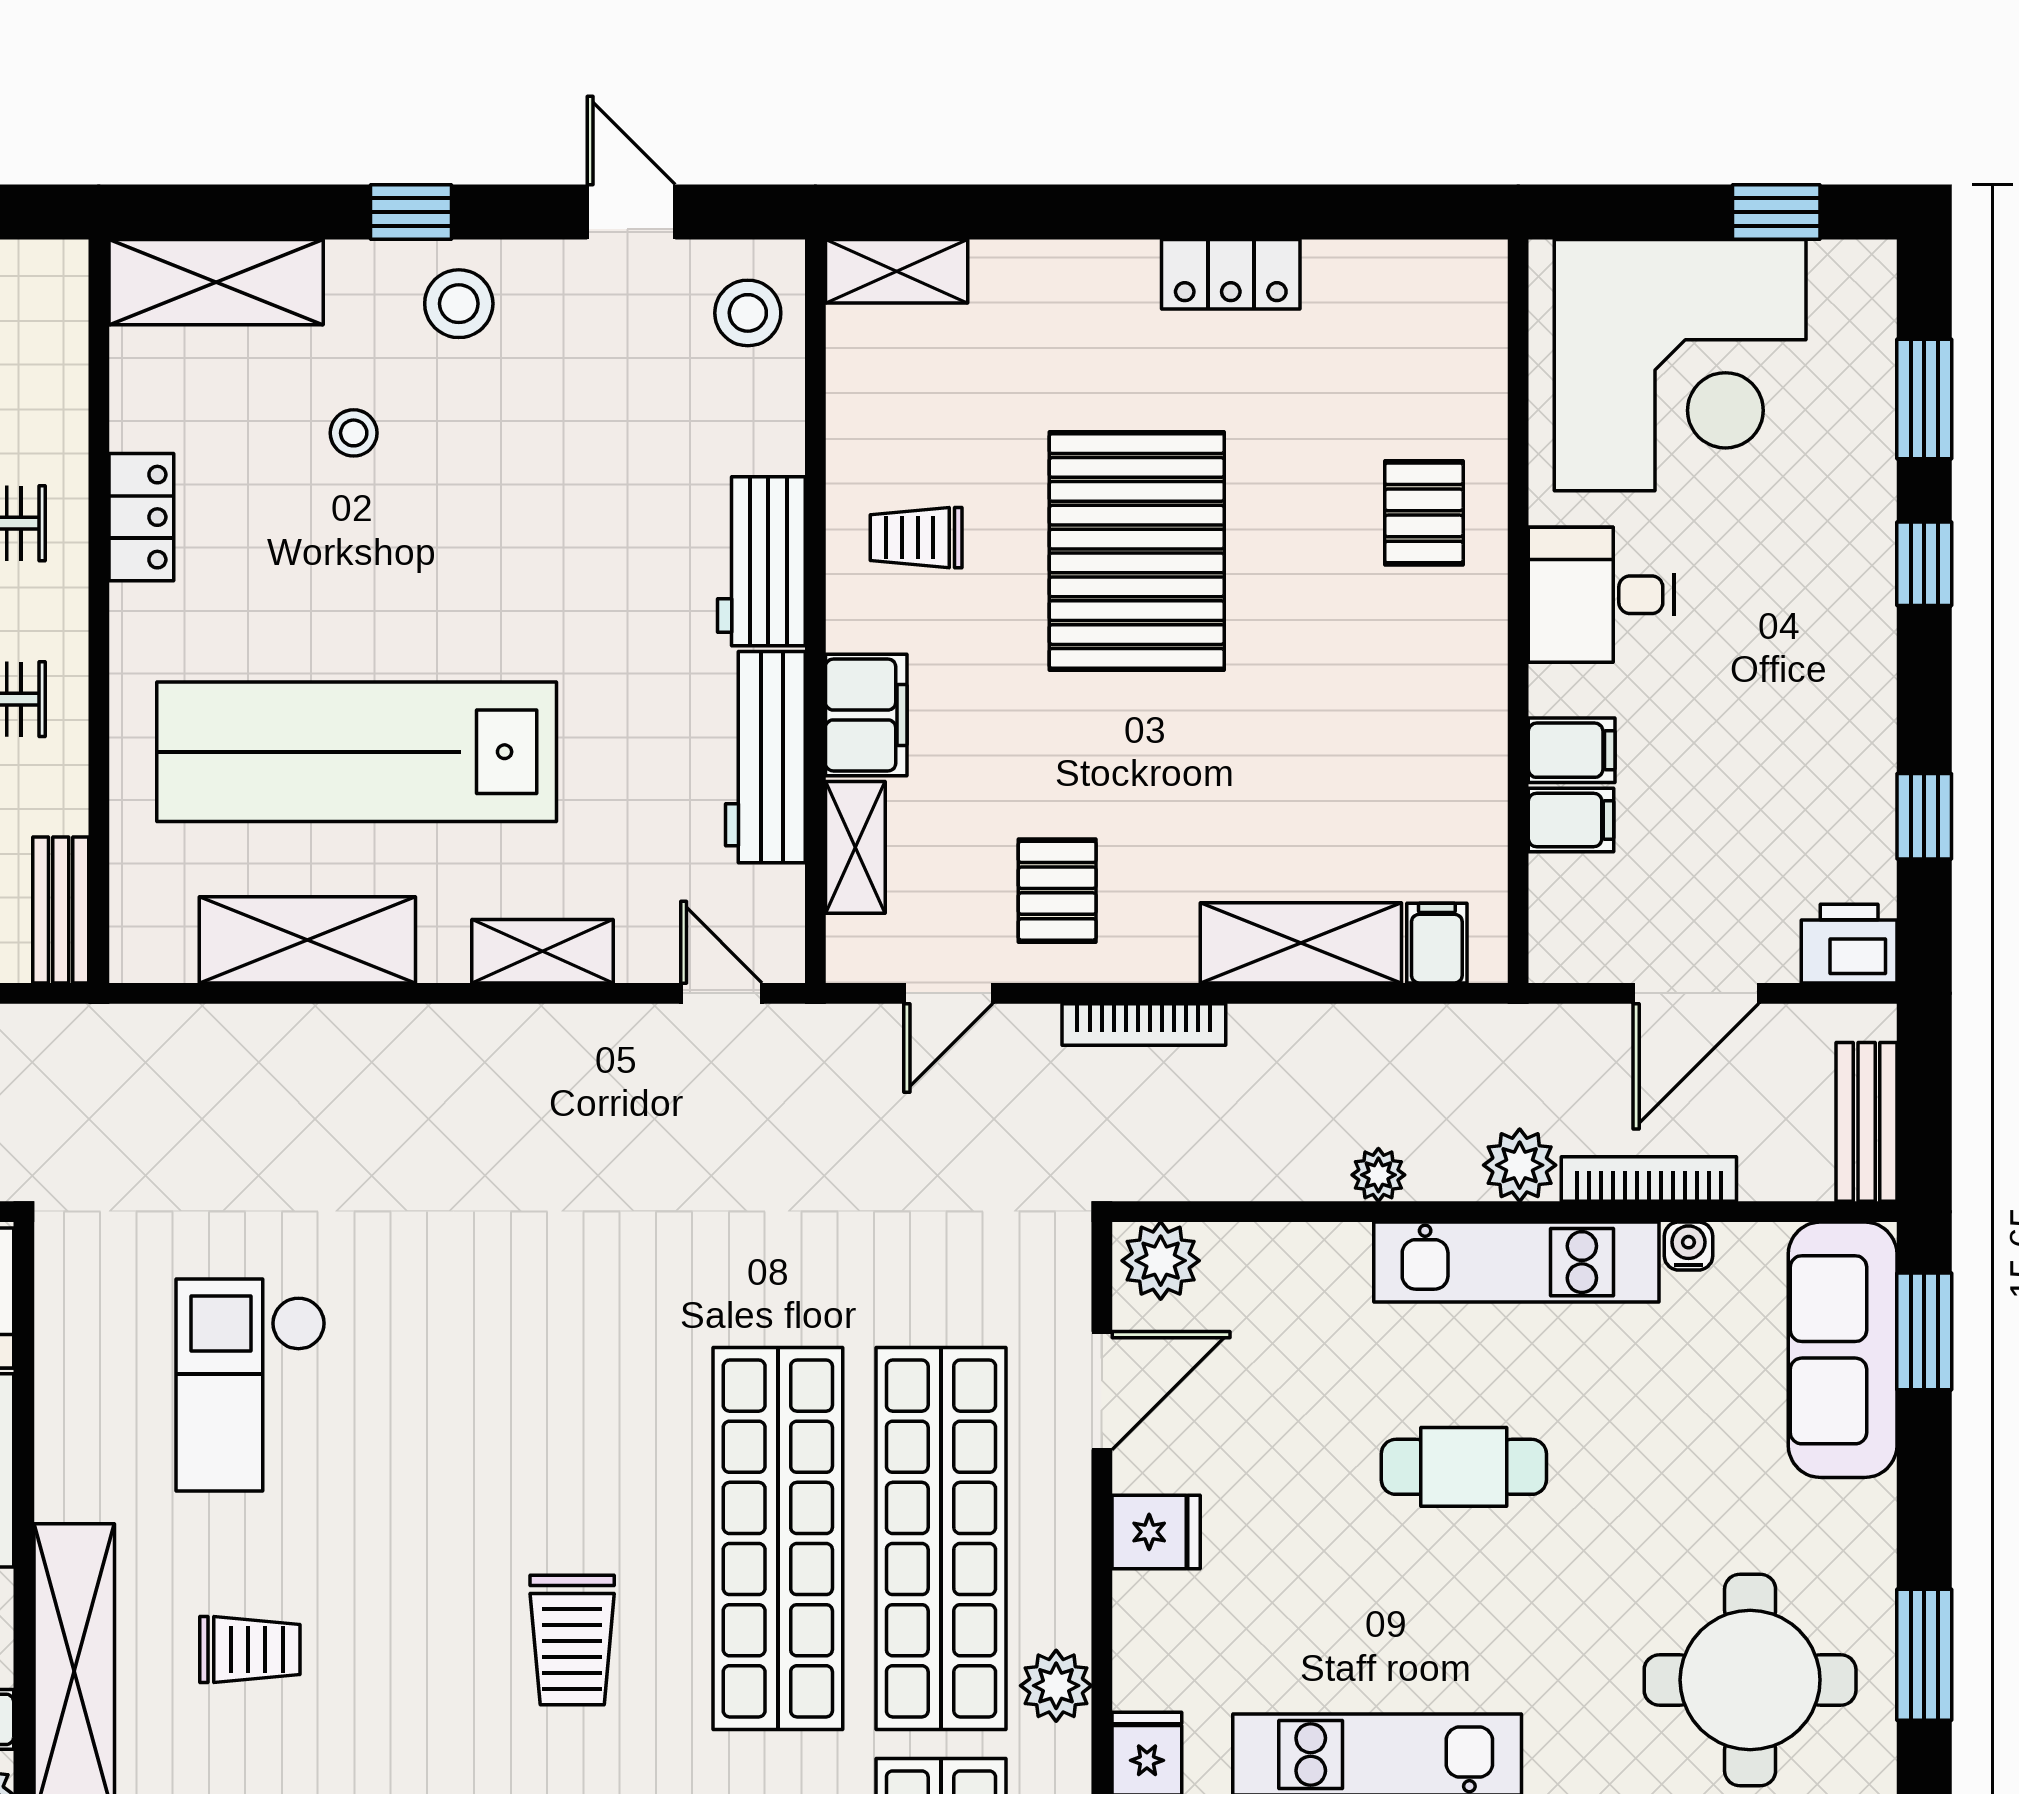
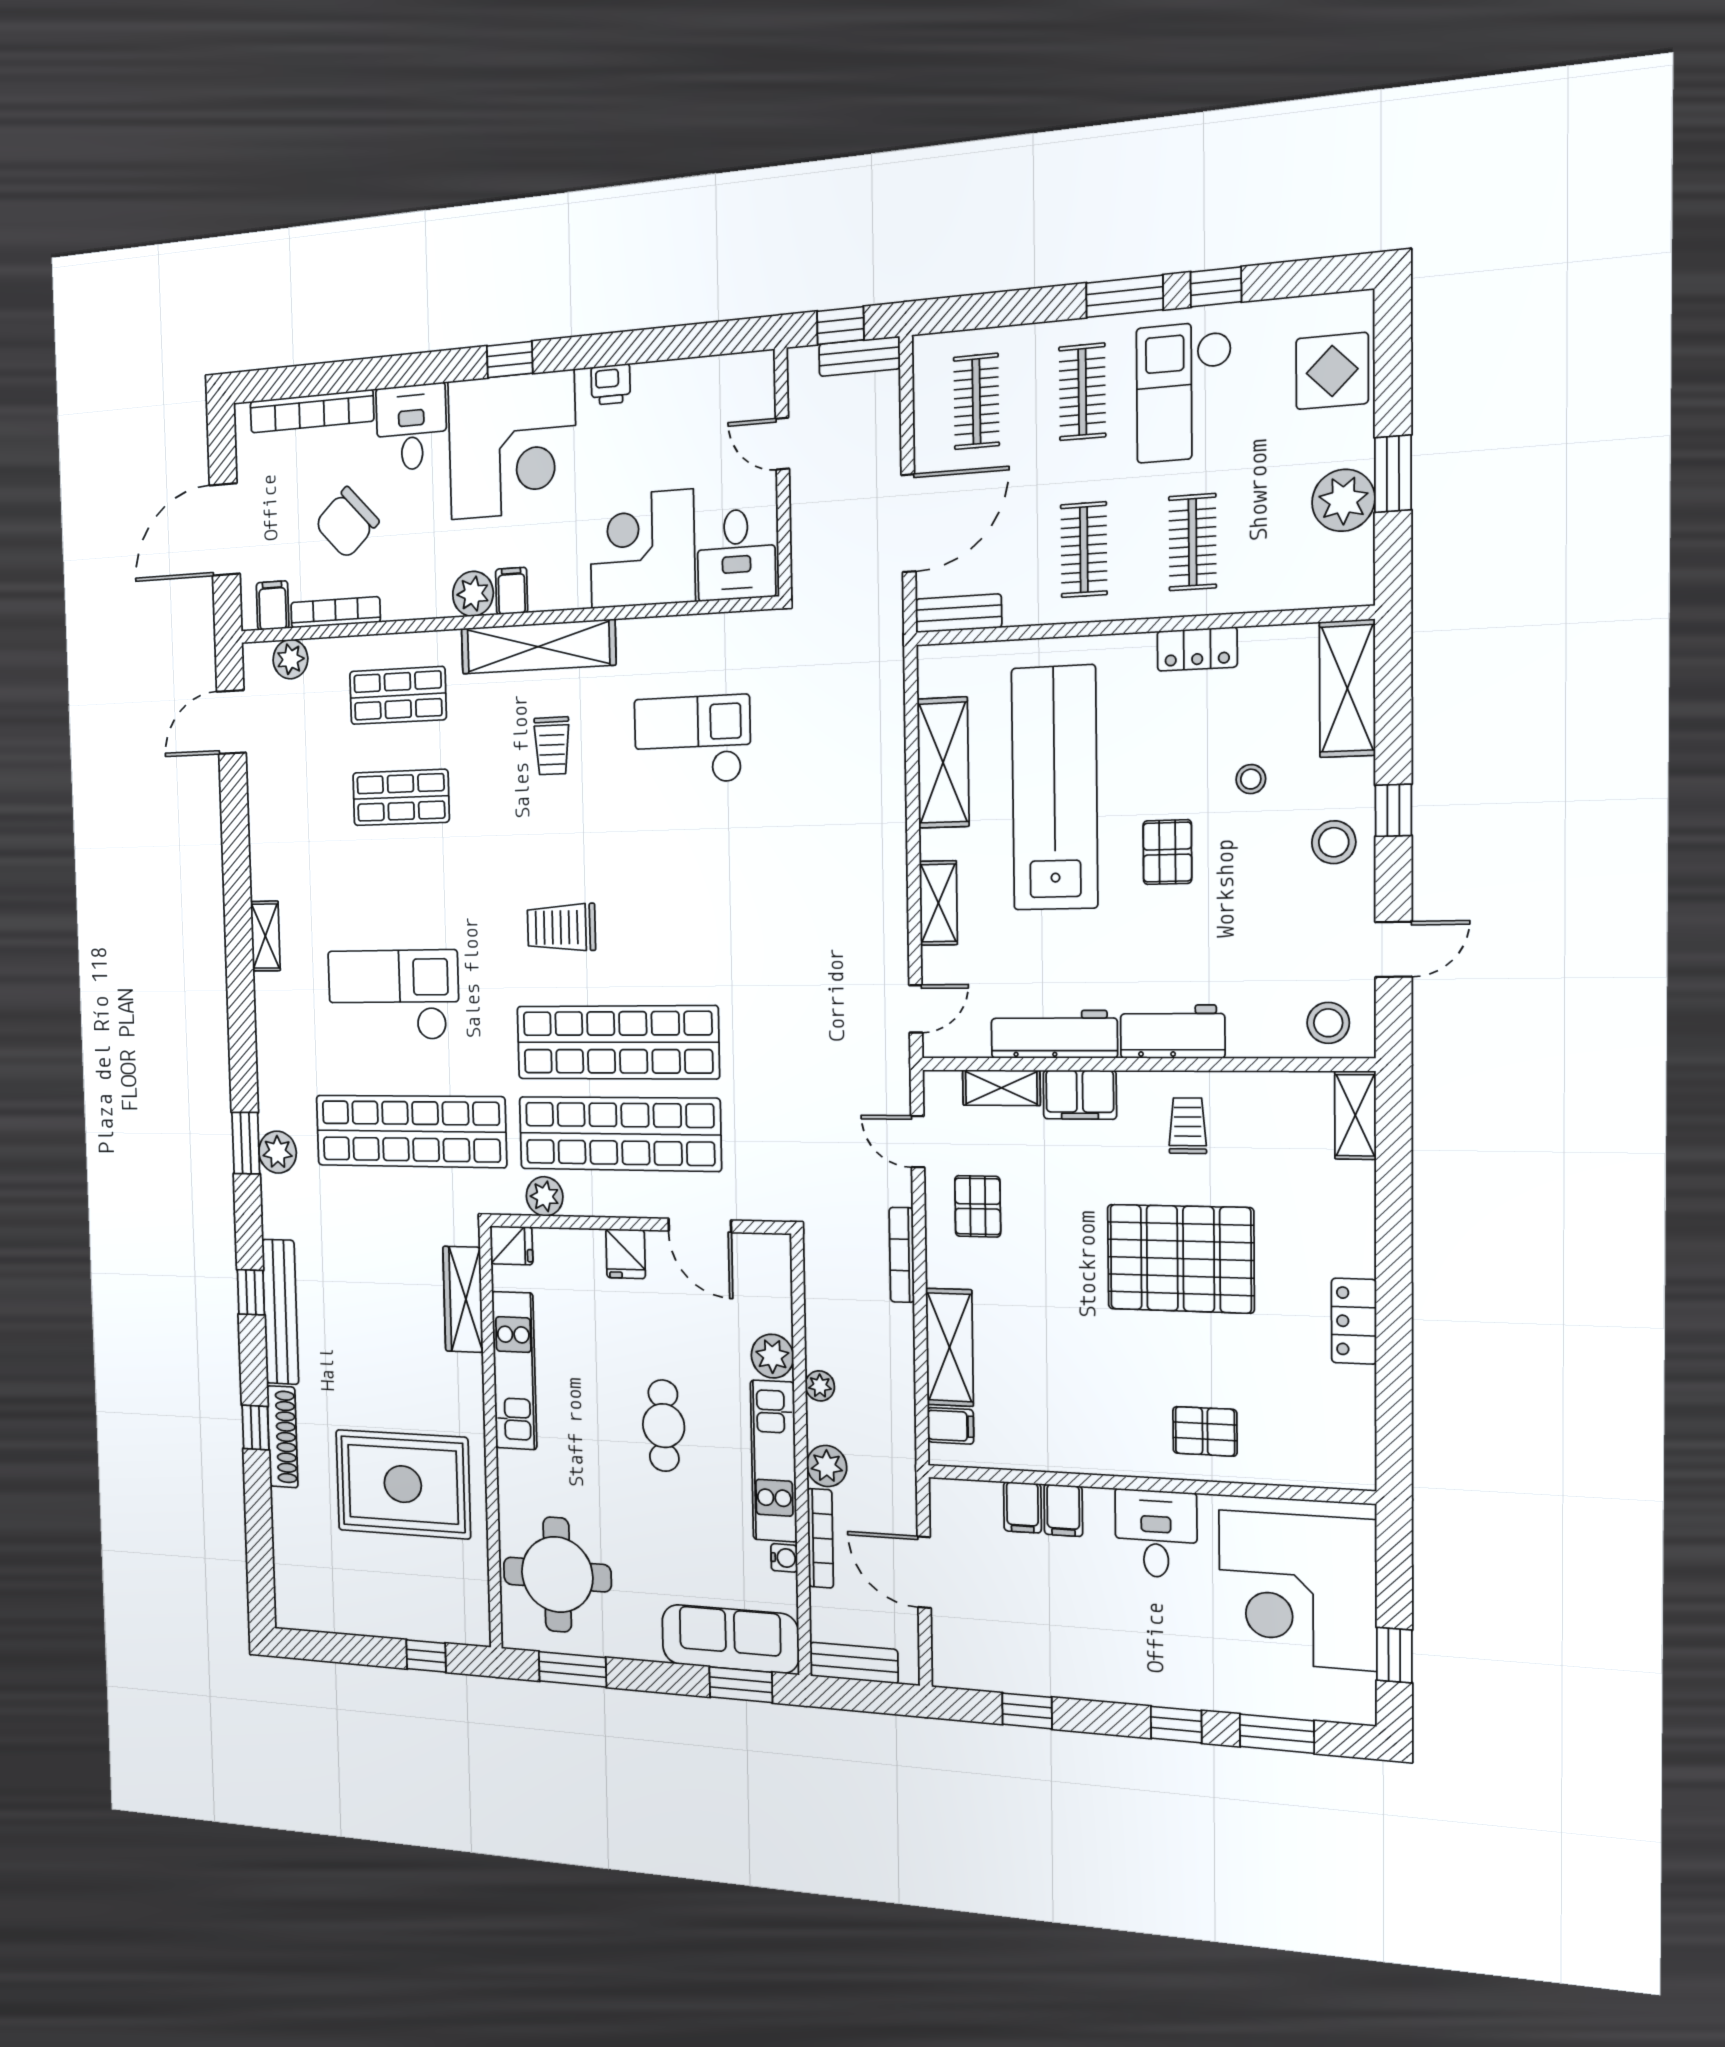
pallet: (467, 567) -> (1167, 852), added
pallet: (1057, 891) -> (978, 1206), turned 90
printer: (1849, 944) -> (954, 1662), removed
plant: (1161, 1261) -> (772, 1356), moved

